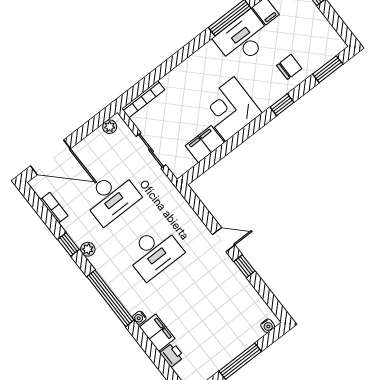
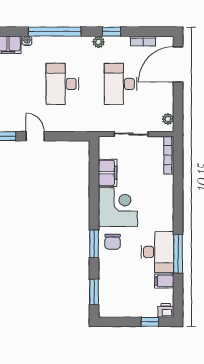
chair: (289, 67) -> (113, 242), moved
window: (282, 105) -> (94, 244), width x1.50
door: (224, 240) -> (35, 136), swing flipped

